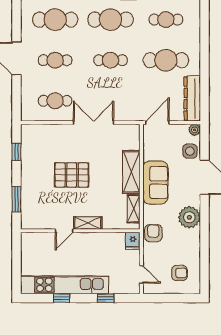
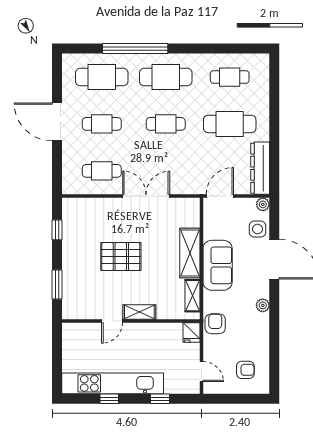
plant: (189, 217) -> (263, 305), width x0.53, depth x0.53

